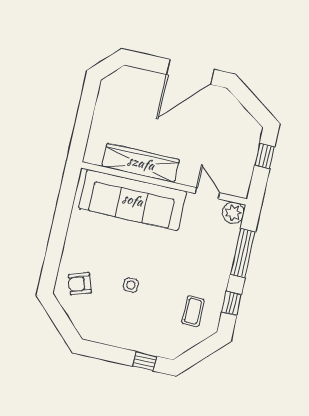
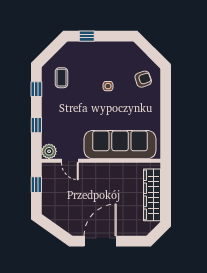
window: (265, 156) -> (36, 185), moved
wardrobe: (141, 163) -> (152, 195), moved, turned 90
window: (243, 253) -> (36, 125), width x0.46

